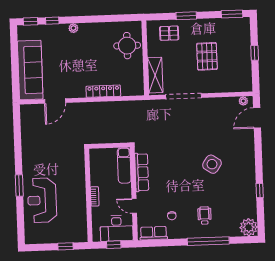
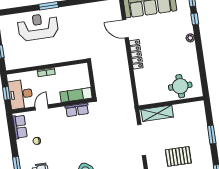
pallet: (169, 33) -> (195, 121), removed
locker: (103, 91) -> (136, 54), moved
row of seats: (142, 172) -> (77, 110), width x0.68

